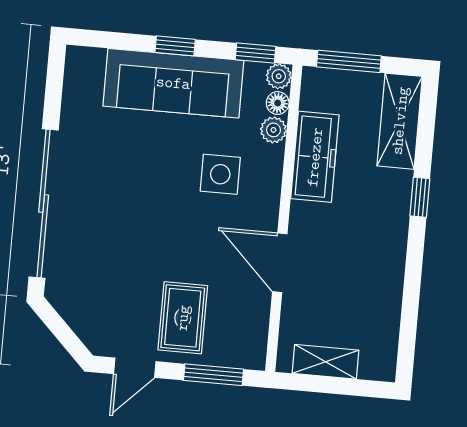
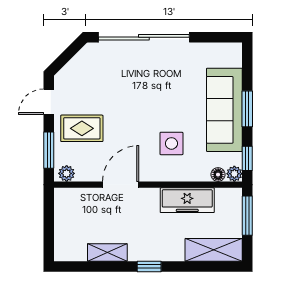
window: (175, 46) -> (247, 109), width x1.50
plant: (273, 130) -> (67, 173), moved
window: (420, 197) -> (149, 266), moved
shelving: (325, 362) -> (107, 252), moved, turned 90
door: (135, 368) -> (49, 102), hinge flipped

